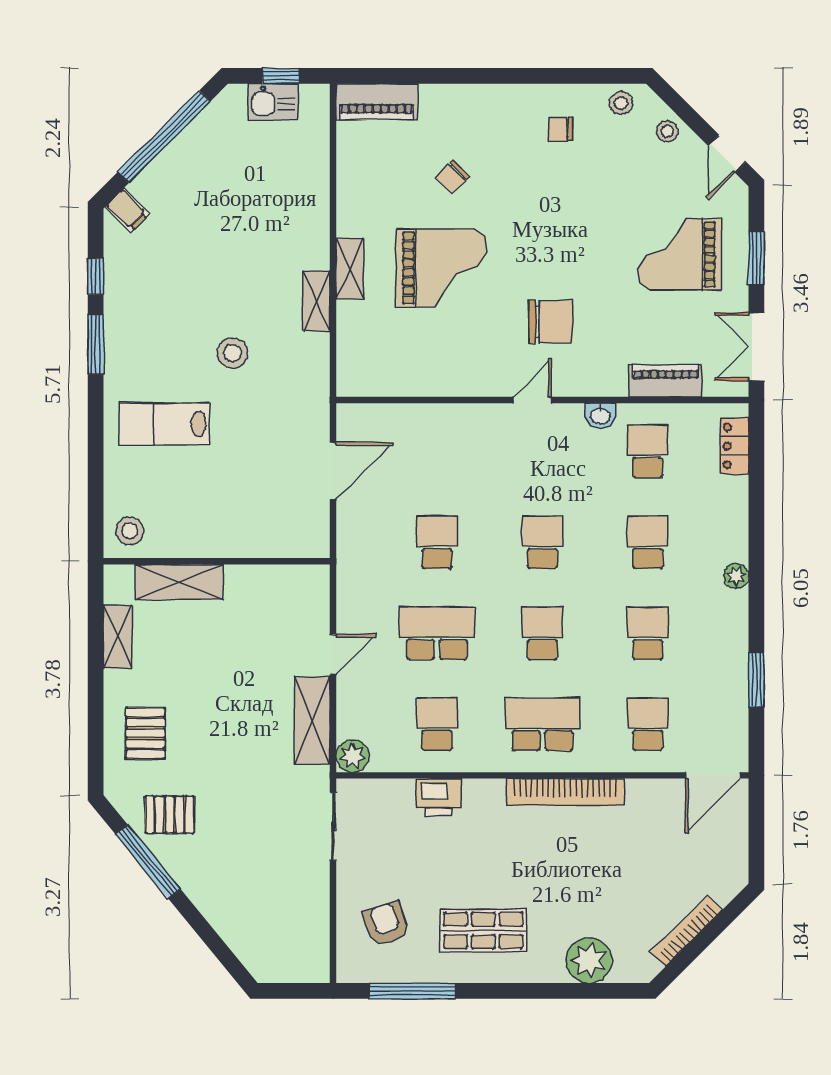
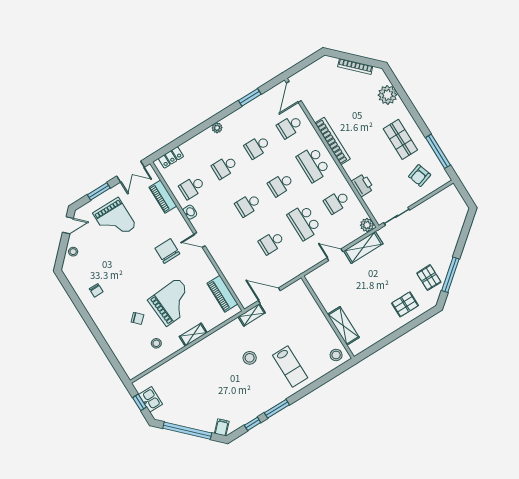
piano: (377, 102) -> (222, 294), moved, turned 180
stool: (621, 103) -> (156, 343), moved
grand piano: (441, 268) -> (173, 302), turned 86
shelving: (316, 301) -> (252, 315), moved
shelving: (118, 637) -> (377, 336), removed
door: (713, 775) -> (294, 92), swing flipped

